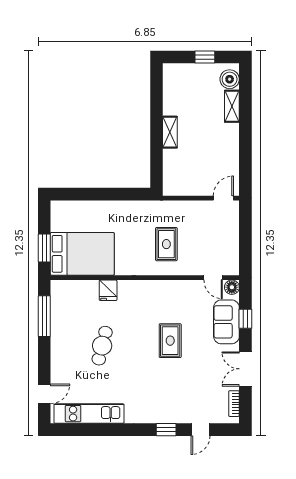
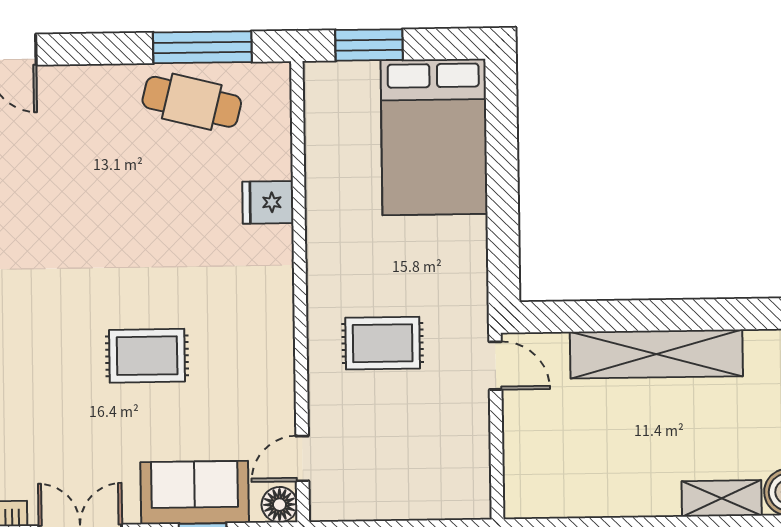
shelving: (170, 132) -> (656, 354), width x2.20, depth x1.33
door: (223, 198) -> (495, 366), moved
bed: (82, 254) -> (434, 137), moved
cafe table: (102, 346) -> (192, 102), moved

